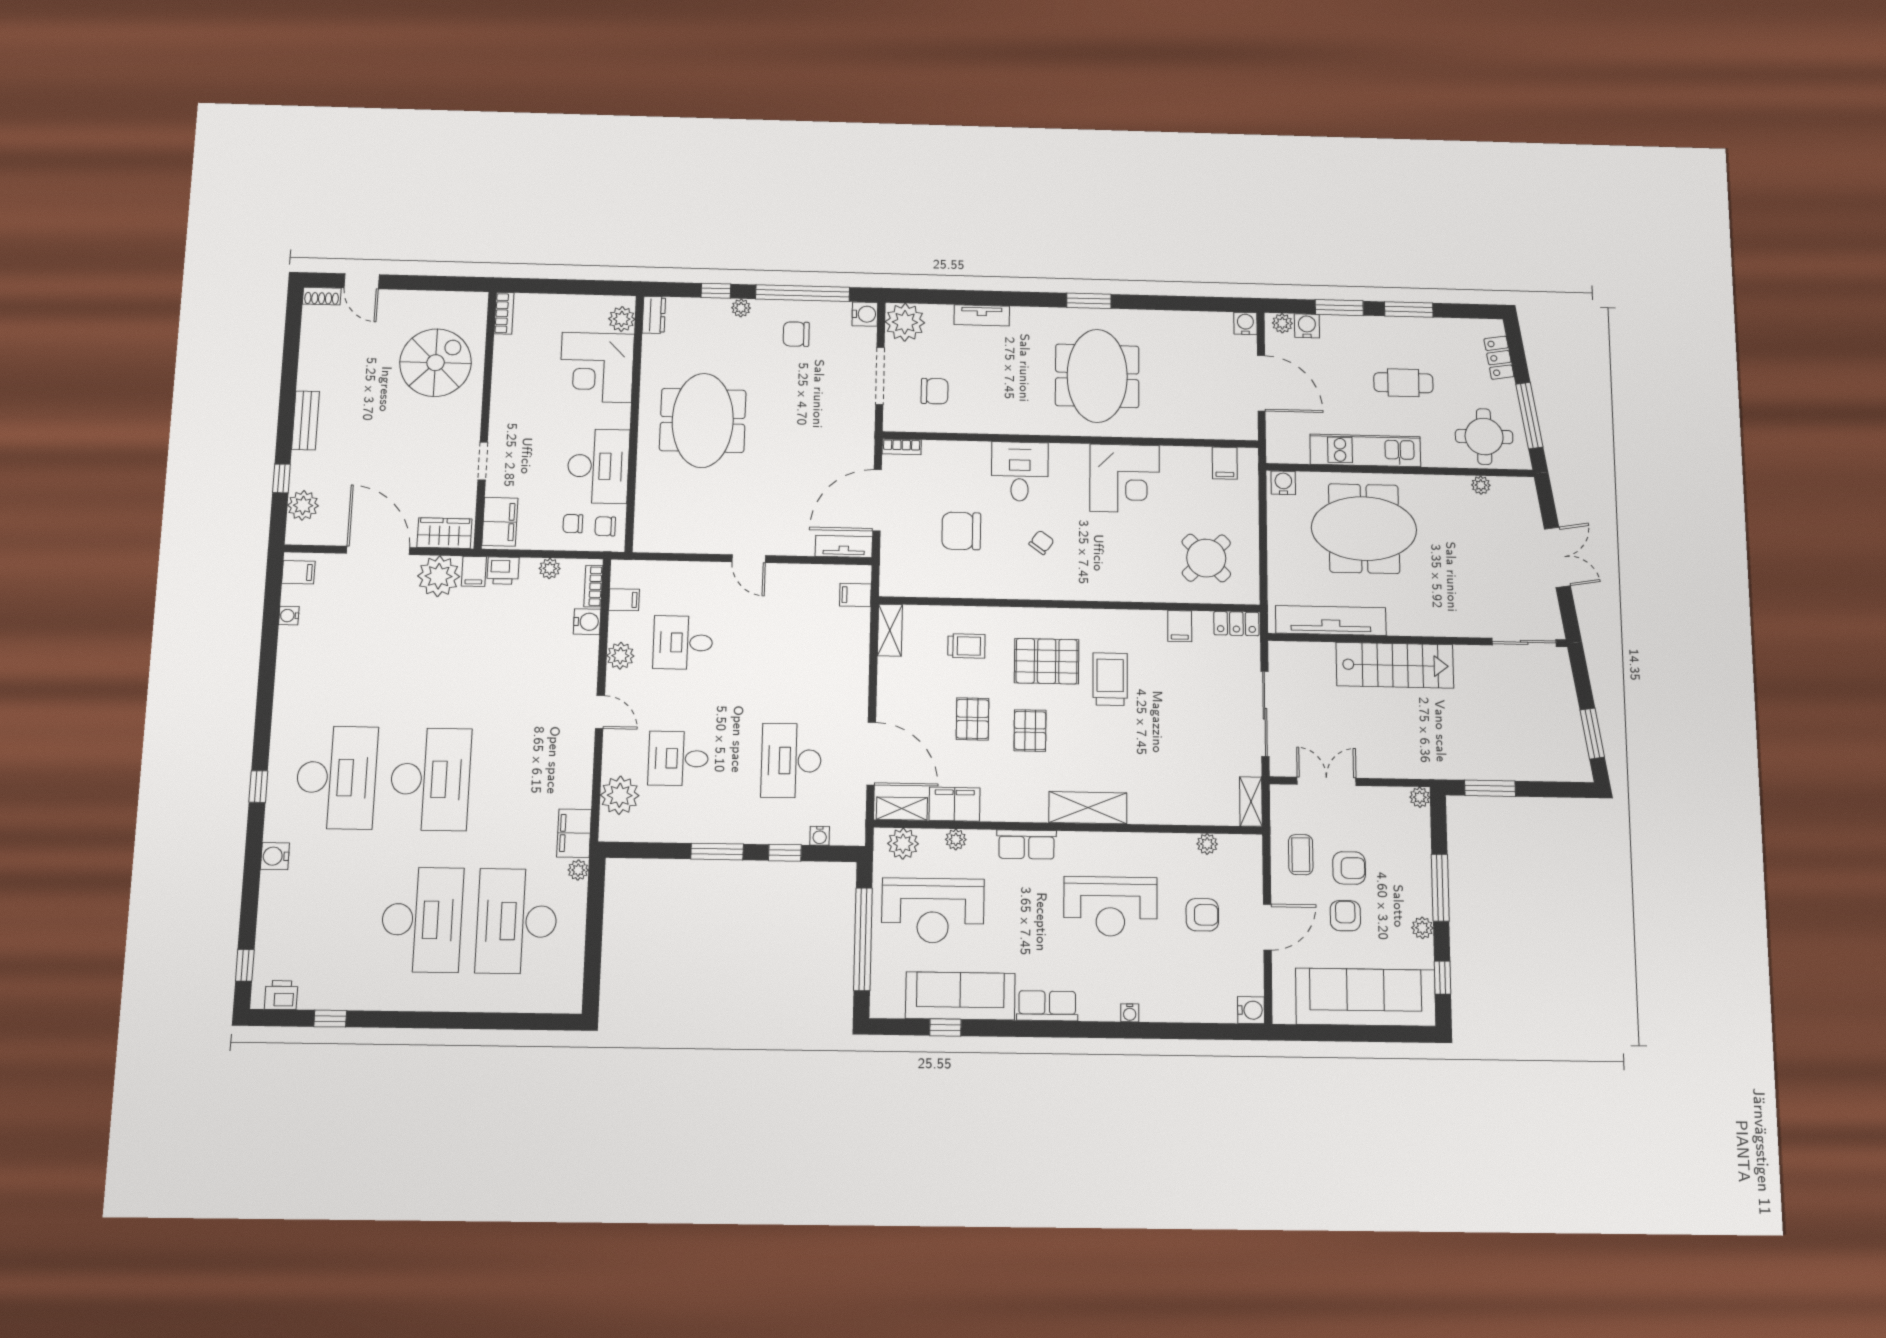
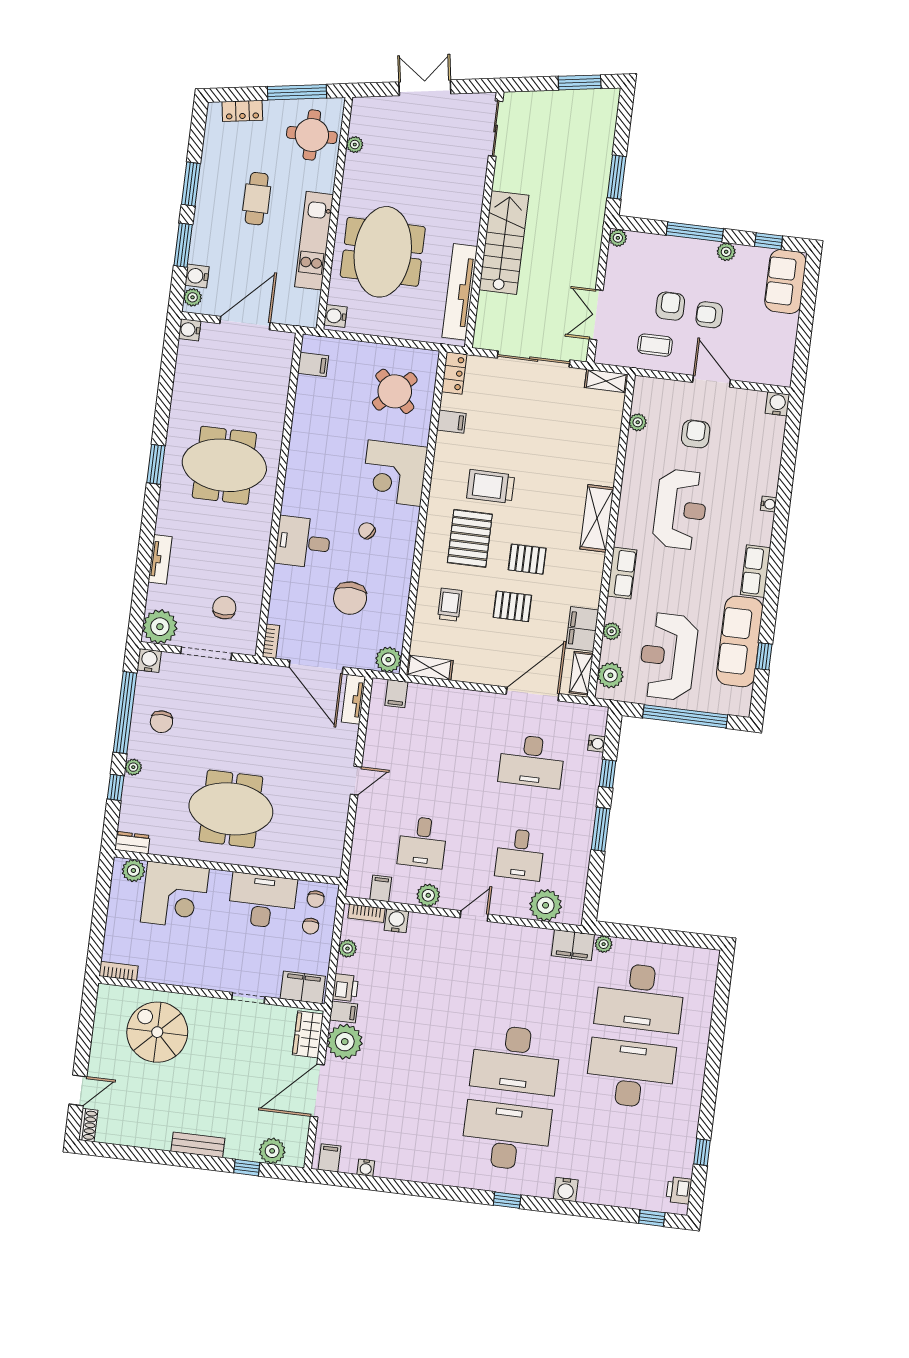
corner desk: (1125, 478) -> (394, 473), moved, turned 180
plant: (894, 582) -> (388, 660), added
desk: (430, 779) -> (516, 1059), turned 180
reception desk: (933, 911) -> (668, 656), turned 180
sofa: (1366, 997) -> (785, 282), width x0.54, depth x0.79

